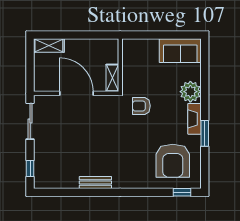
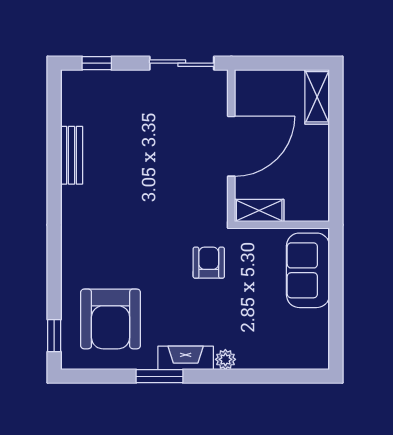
sofa: (180, 51) -> (308, 270), moved
plant: (190, 92) -> (225, 359), width x0.53, depth x0.53
armchair: (173, 161) -> (111, 319), turned -90
bench: (95, 182) -> (72, 155), moved

